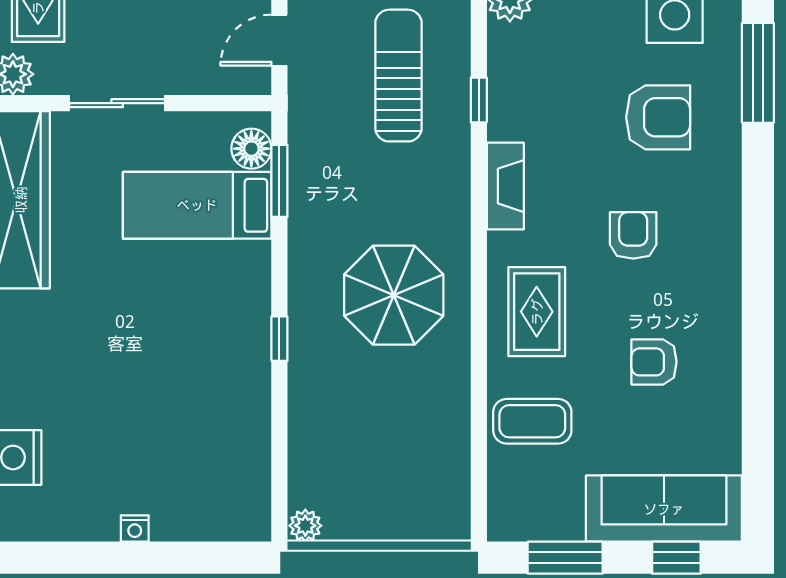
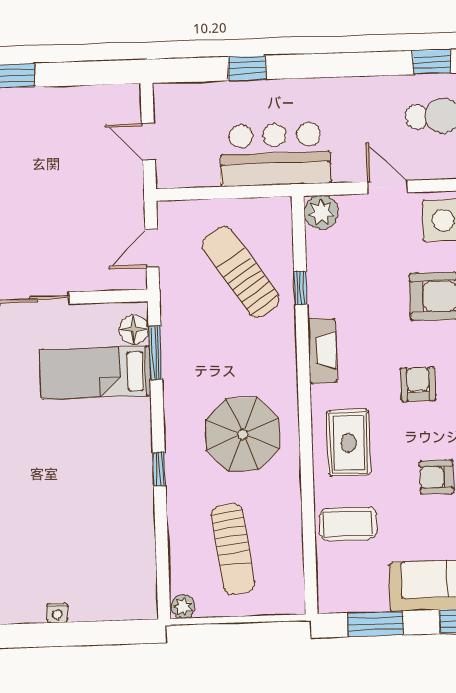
sun lounger: (399, 76) -> (241, 272), turned -34
sun lounger: (375, 450) -> (233, 549), added

